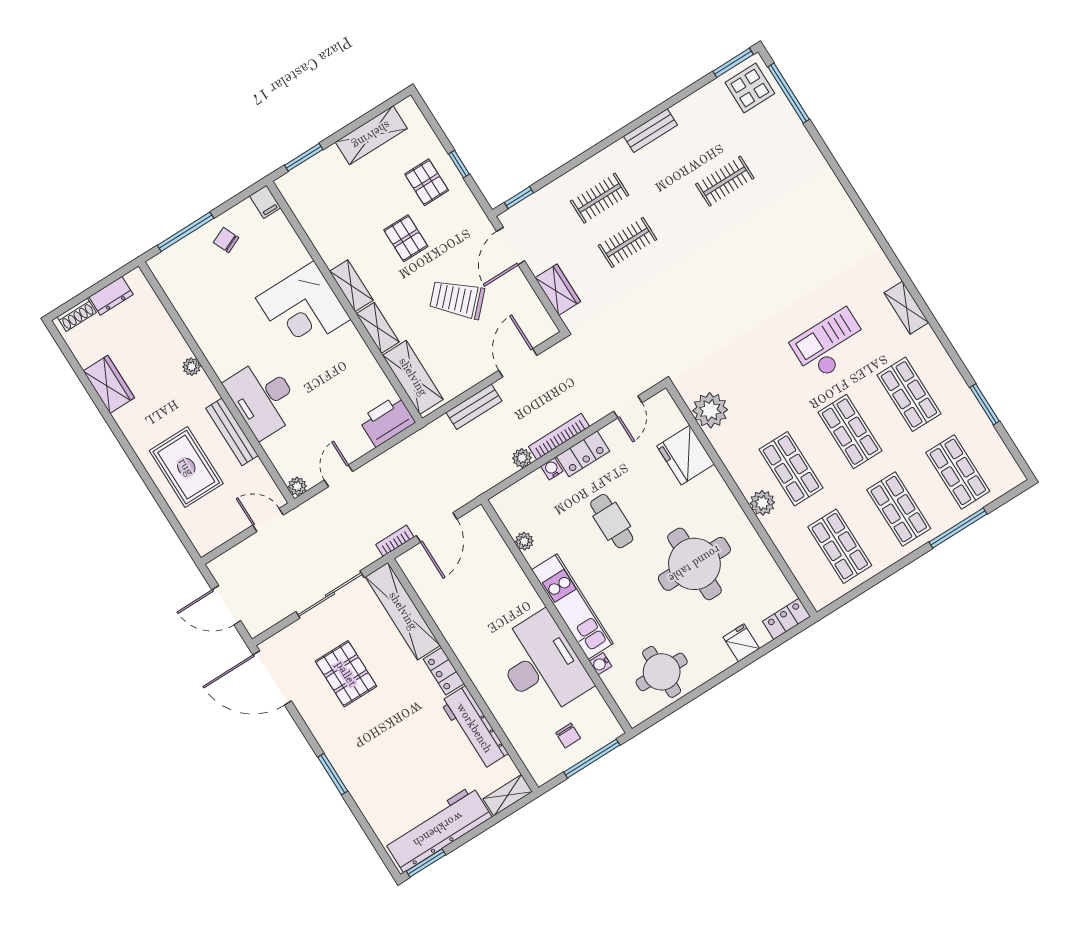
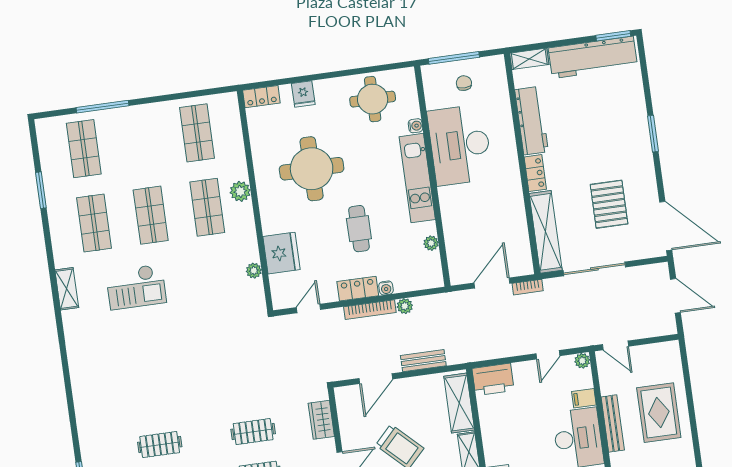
plant: (710, 410) -> (254, 271), width x0.53, depth x0.53
filing cabinet: (277, 445) -> (584, 398), added
shop shelf: (899, 509) -> (140, 141), removed

